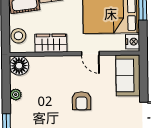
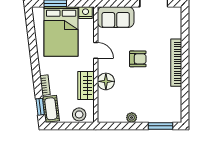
door: (90, 54) -> (96, 50), hinge flipped
floor lamp: (19, 66) -> (106, 81), moved

